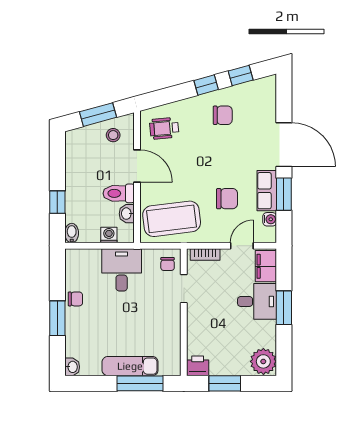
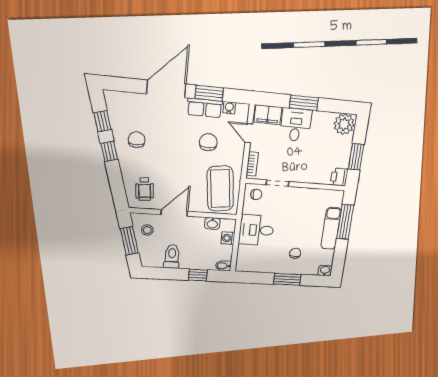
toilet: (119, 193) -> (172, 257), moved, turned 180
chair: (75, 299) -> (295, 253), moved

